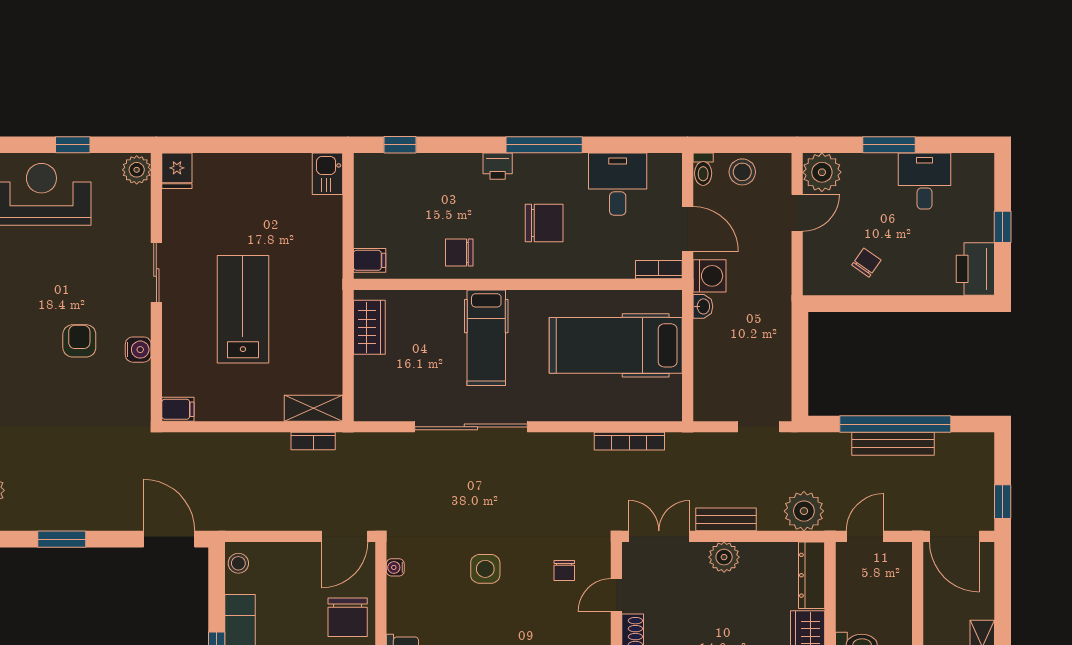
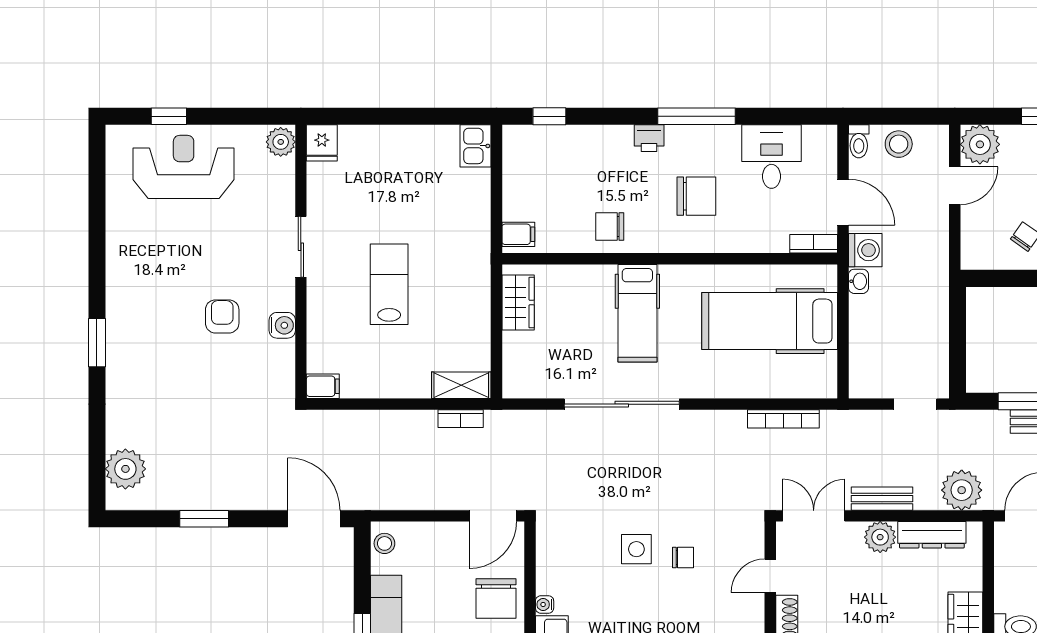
window: (73, 145) -> (169, 116), moved
lab bench: (243, 309) -> (389, 284), width x0.73, depth x0.72
water cooler: (395, 567) -> (545, 604), moved
chair: (564, 571) -> (683, 558), moved, turned -90
dresser: (812, 575) -> (932, 535), moved, turned -90

